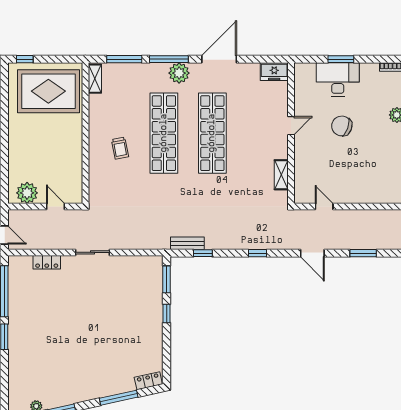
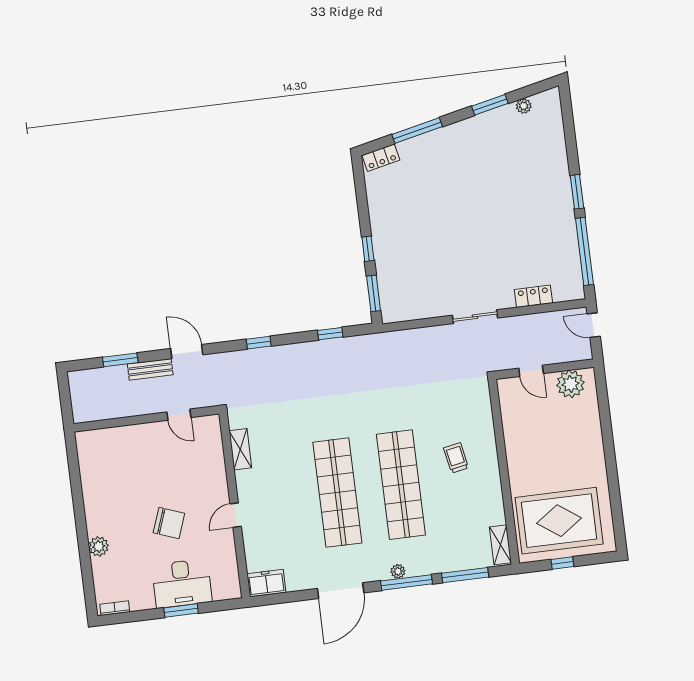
window: (25, 59) -> (562, 563), moved
plant: (179, 73) -> (398, 571), width x0.53, depth x0.53
bench: (187, 243) -> (150, 369), moved

